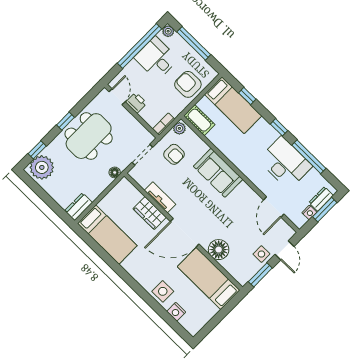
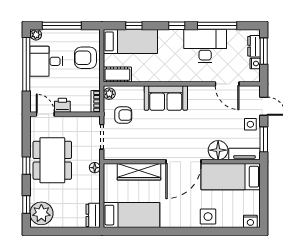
tv unit: (160, 197) -> (245, 154), moved
wardrobe: (150, 213) -> (139, 172), width x1.50
nightstand: (176, 312) -> (250, 221), moved

